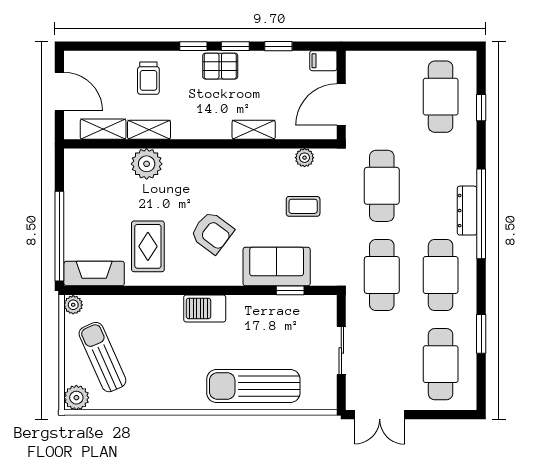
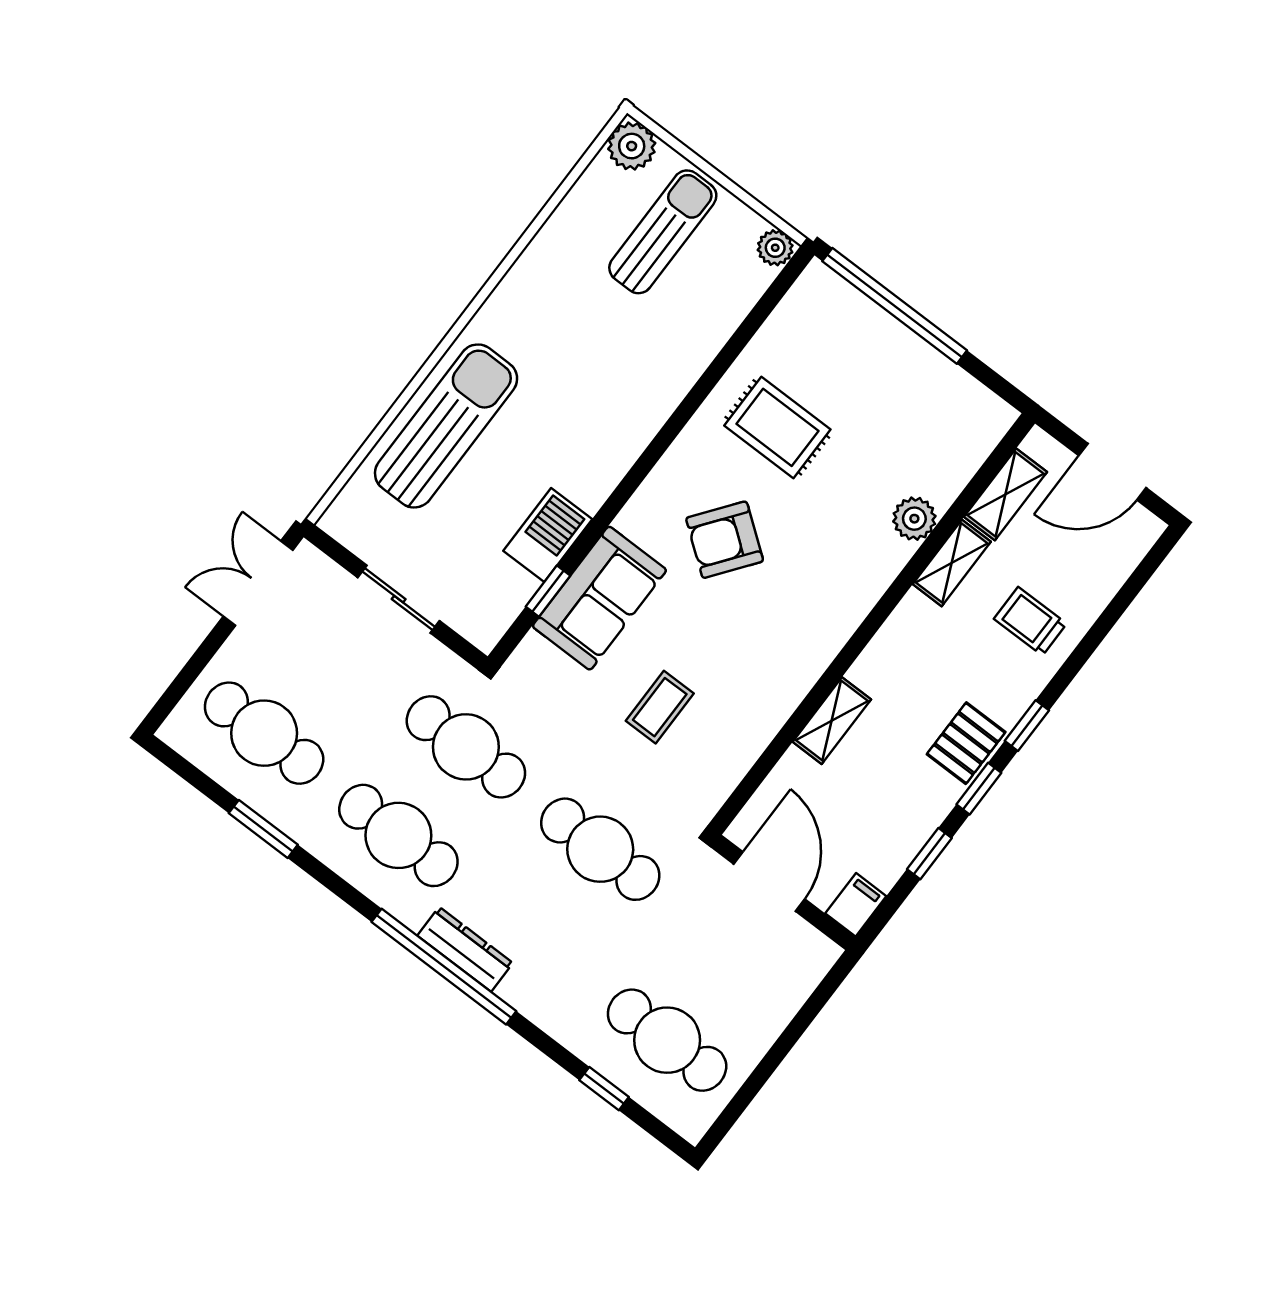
plant: (305, 158) -> (731, 765), removed
plant: (147, 164) -> (914, 519), width x0.73, depth x0.73
fireplace: (94, 274) -> (798, 315), removed
barbecue: (205, 308) -> (548, 535), moved
sun lounger: (102, 357) -> (663, 232), turned -66

